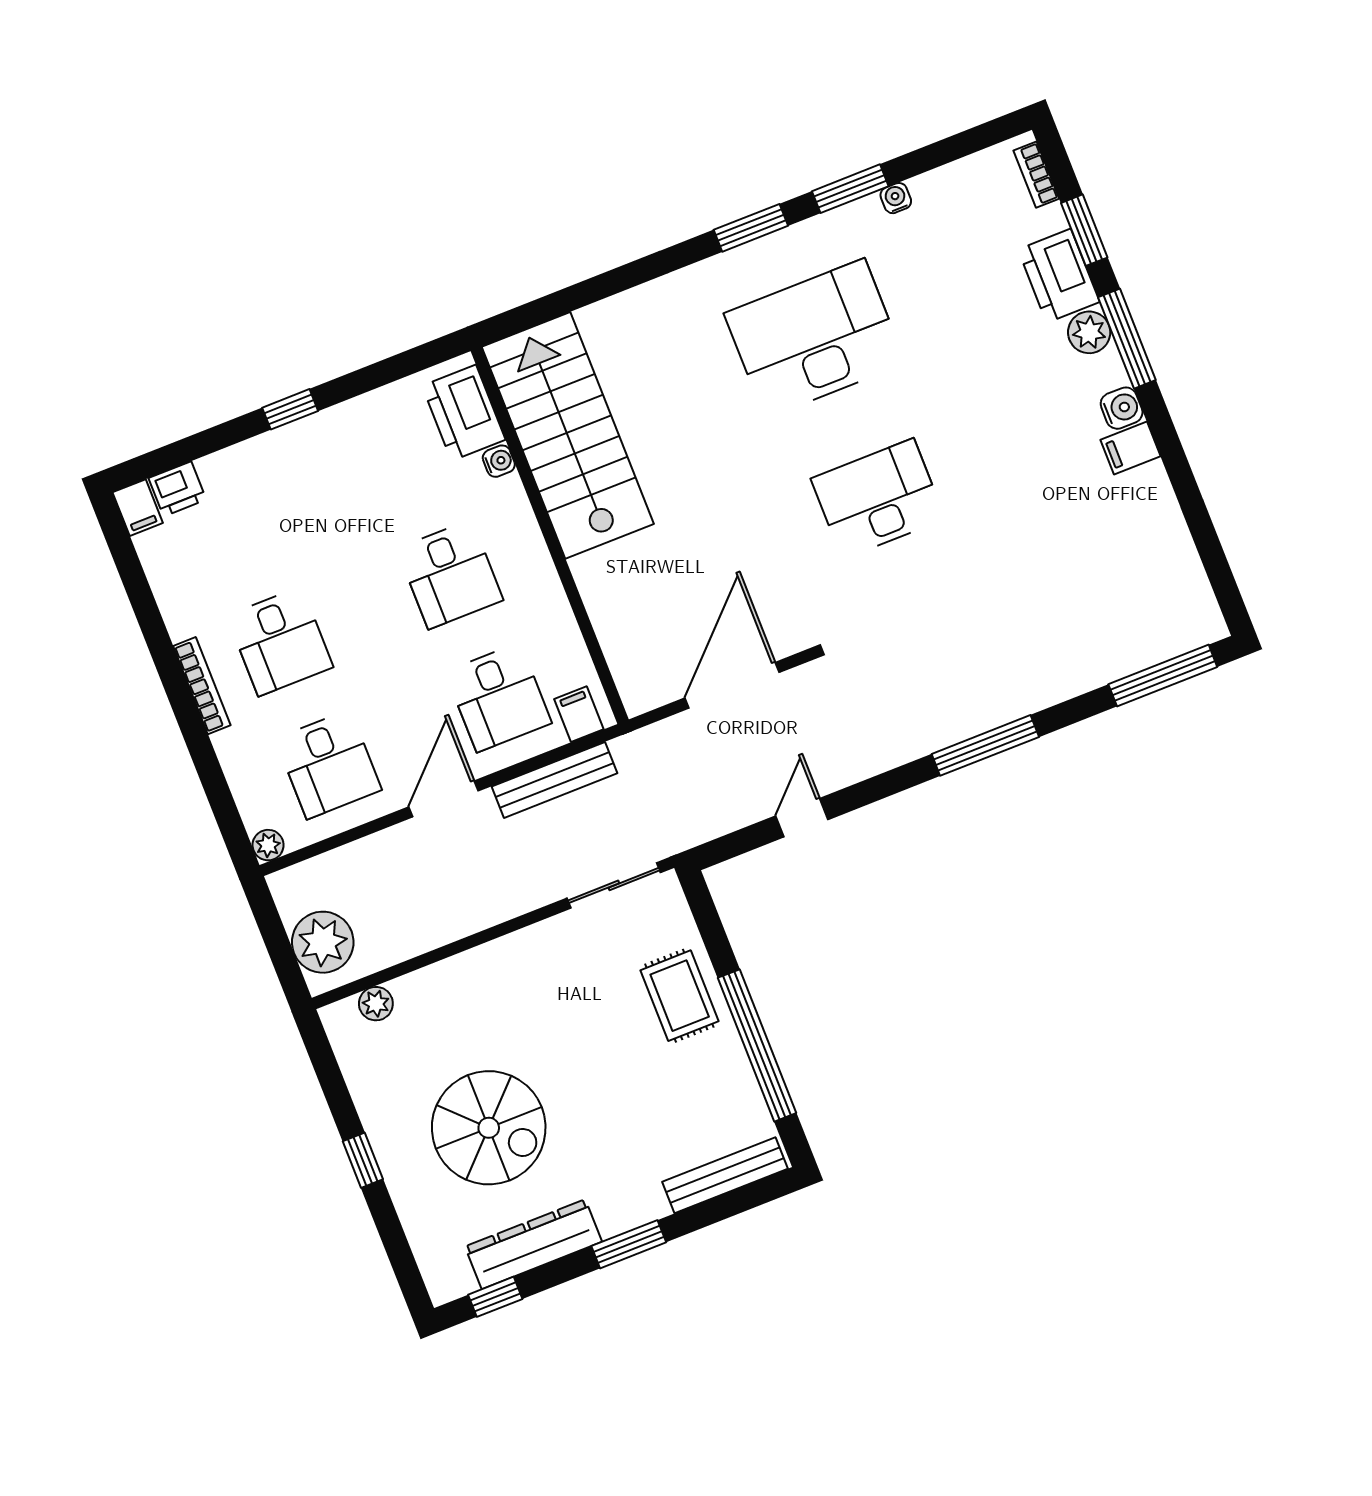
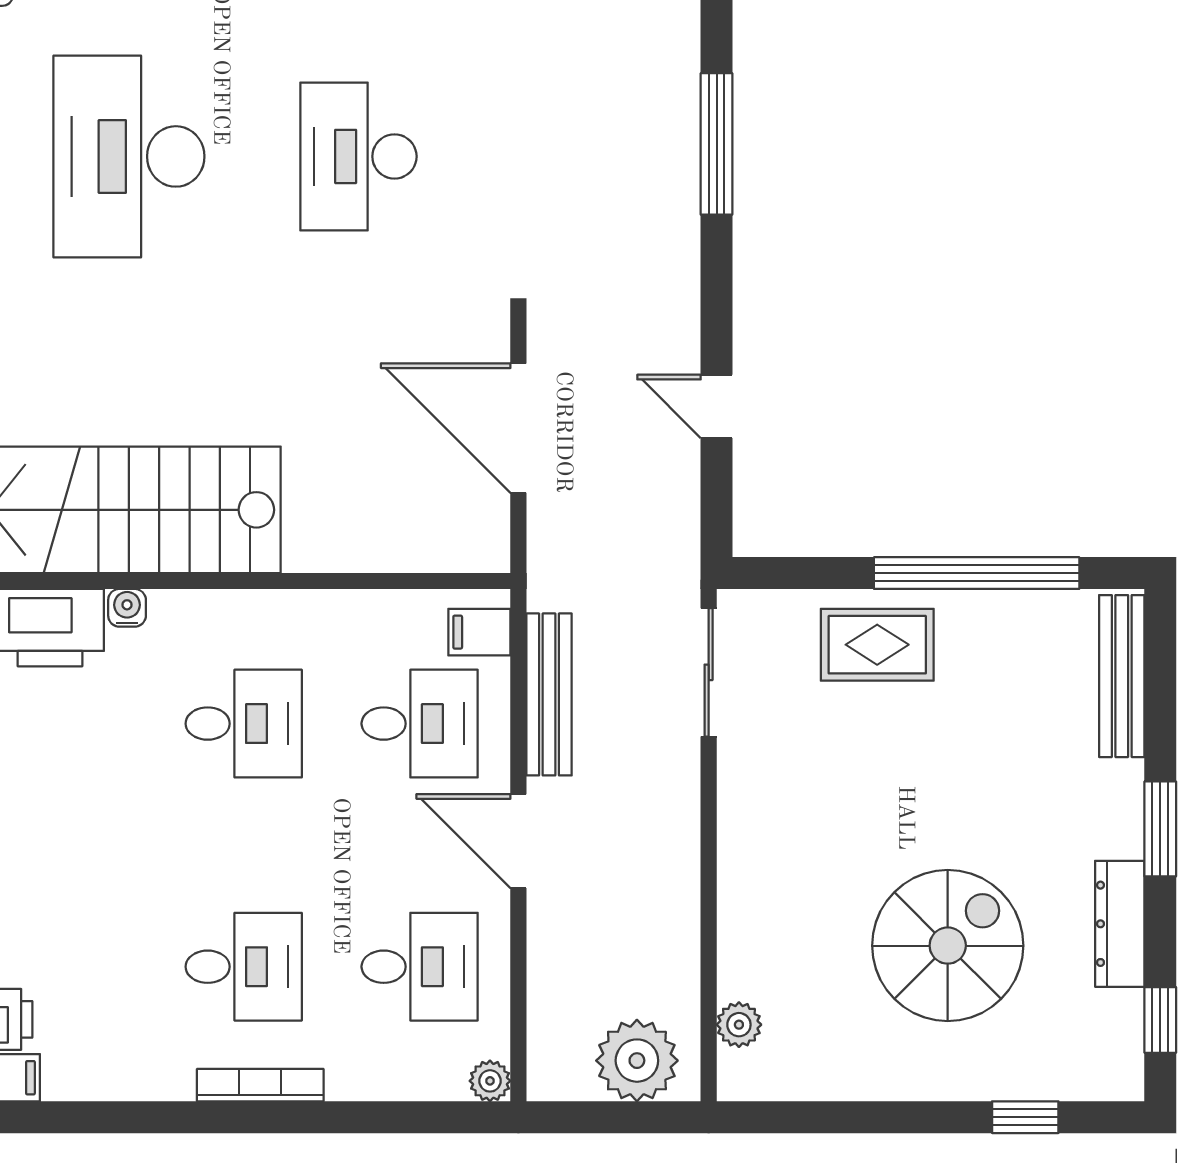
window: (363, 1160) -> (1025, 1117), moved
dresser: (533, 1244) -> (1120, 924), width x0.73, depth x0.80

